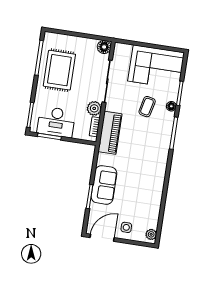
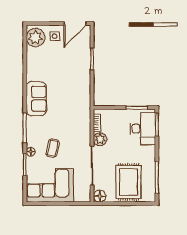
rug: (59, 70) -> (128, 182), moved
desk: (56, 122) -> (143, 129), moved, turned 90
piano: (110, 133) -> (82, 119), removed
sofa: (104, 185) -> (36, 99), moved, turned 180
plant: (151, 234) -> (36, 38), width x1.88, depth x1.88

